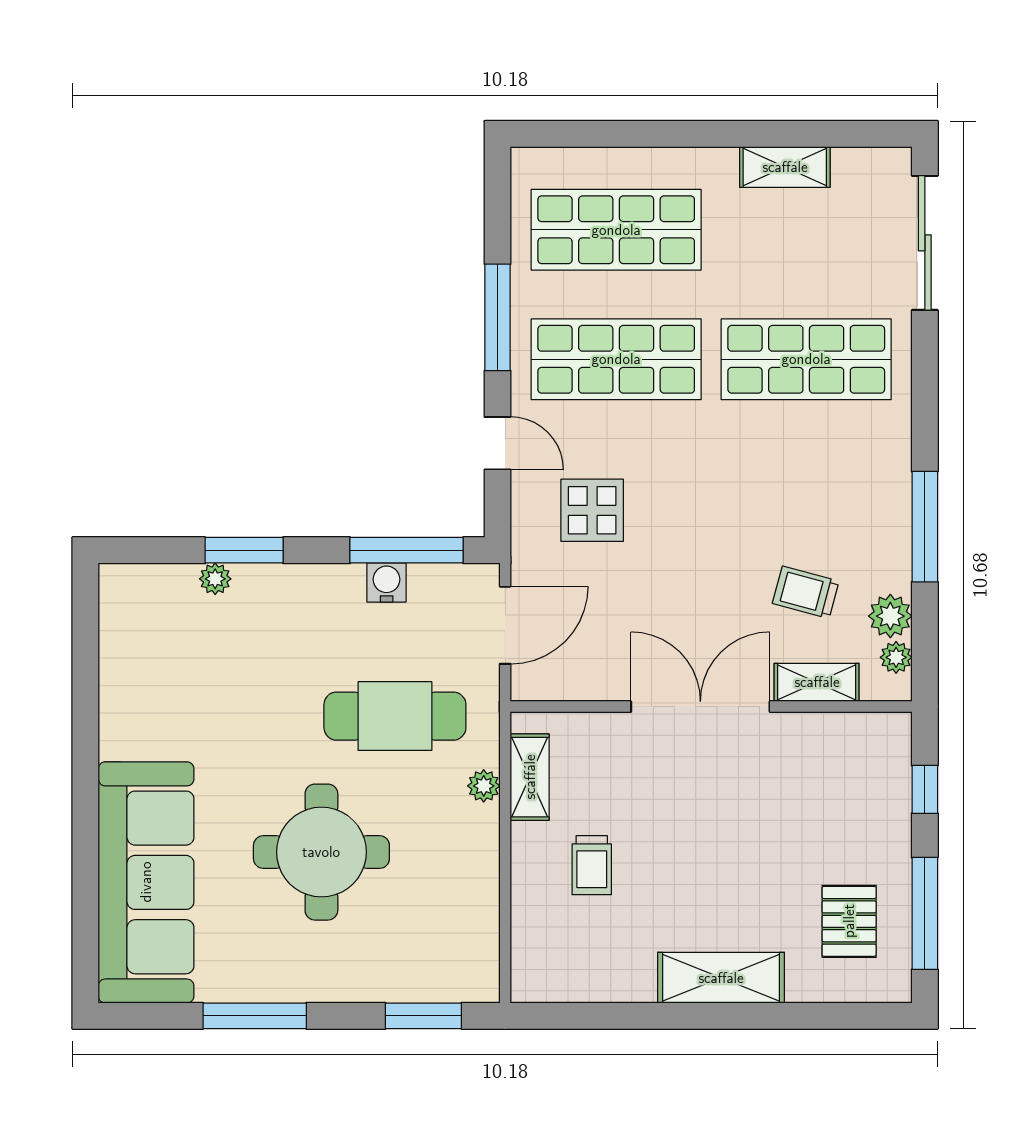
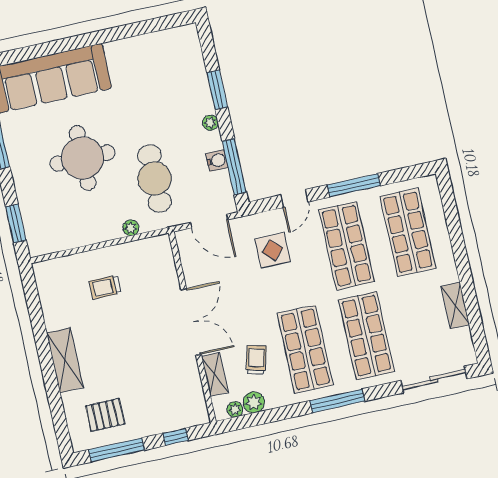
shop shelf: (806, 489) -> (305, 349), added
window: (925, 527) -> (337, 401), moved
plant: (215, 579) -> (210, 123), moved
shelving: (530, 777) -> (140, 249), removed

